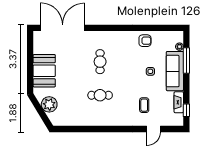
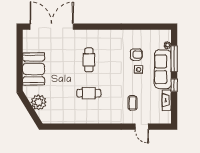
armchair: (145, 41) -> (136, 55), moved
window: (186, 110) -> (174, 85), moved
door: (154, 129) -> (142, 127), hinge flipped

